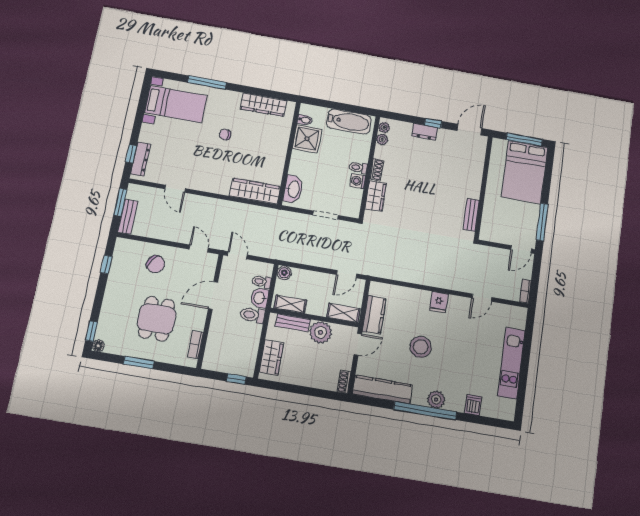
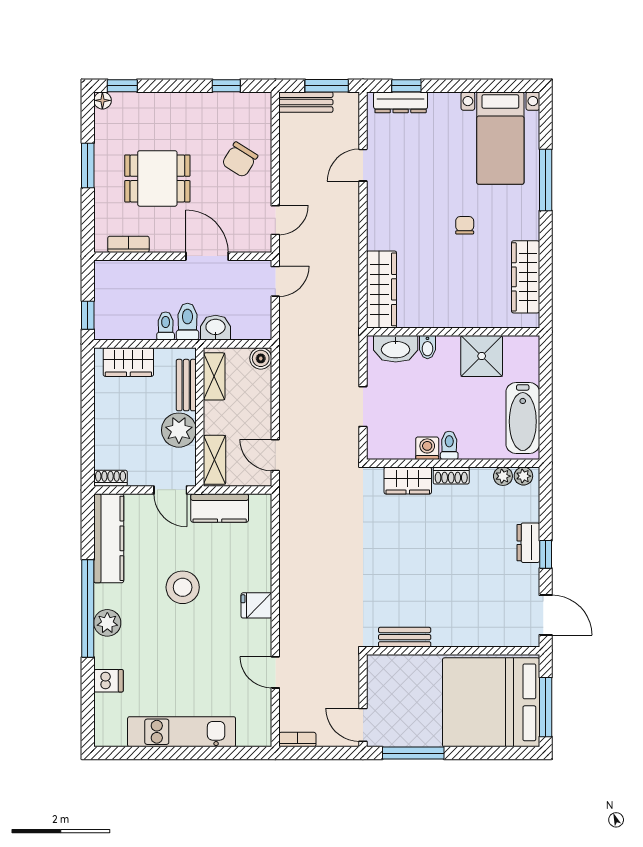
bidet: (305, 120) -> (427, 347), moved
bed: (524, 172) -> (491, 702), width x1.36
toilet: (262, 282) -> (166, 326), moved

